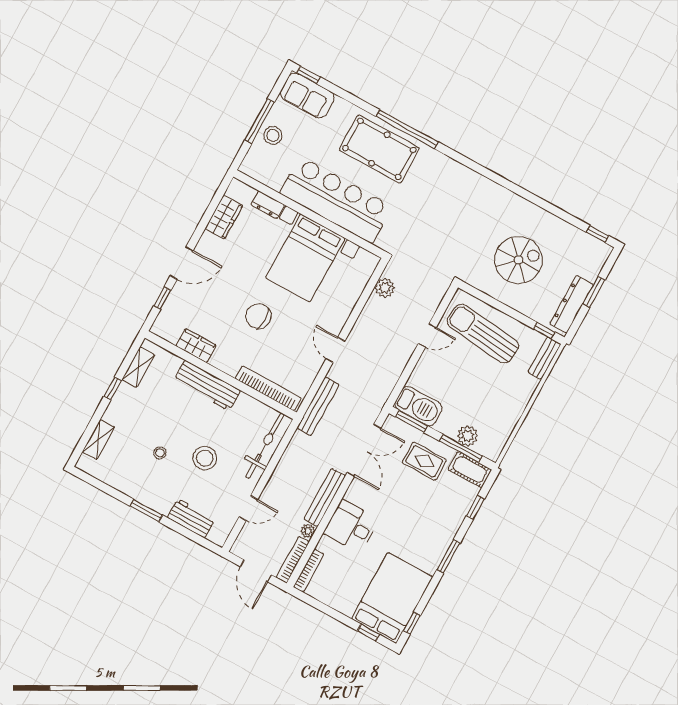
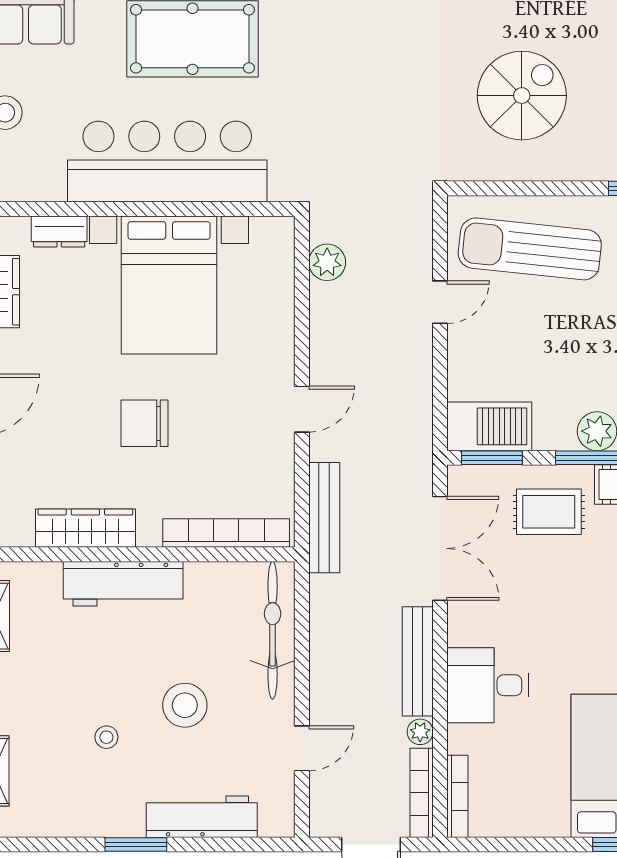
wardrobe: (196, 346) -> (85, 528), width x1.50
door: (335, 350) -> (302, 409), swing flipped
workbench: (191, 518) -> (202, 817), width x1.38

